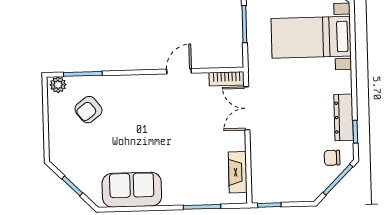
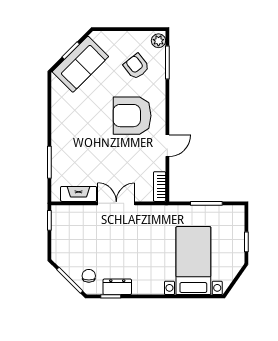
door: (179, 71) -> (167, 146), hinge flipped
double door: (247, 108) -> (116, 203), moved
armchair: (145, 113) -> (132, 116), added
dresser: (344, 117) -> (117, 287), width x0.70
sofa: (132, 190) -> (80, 64), moved, turned 45

